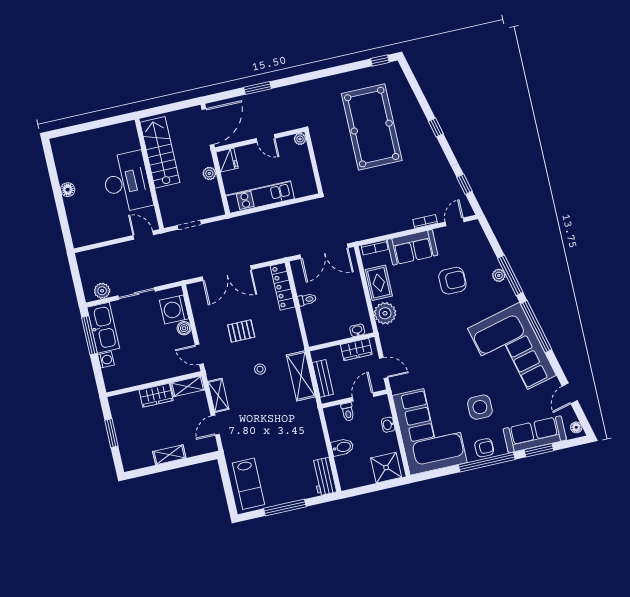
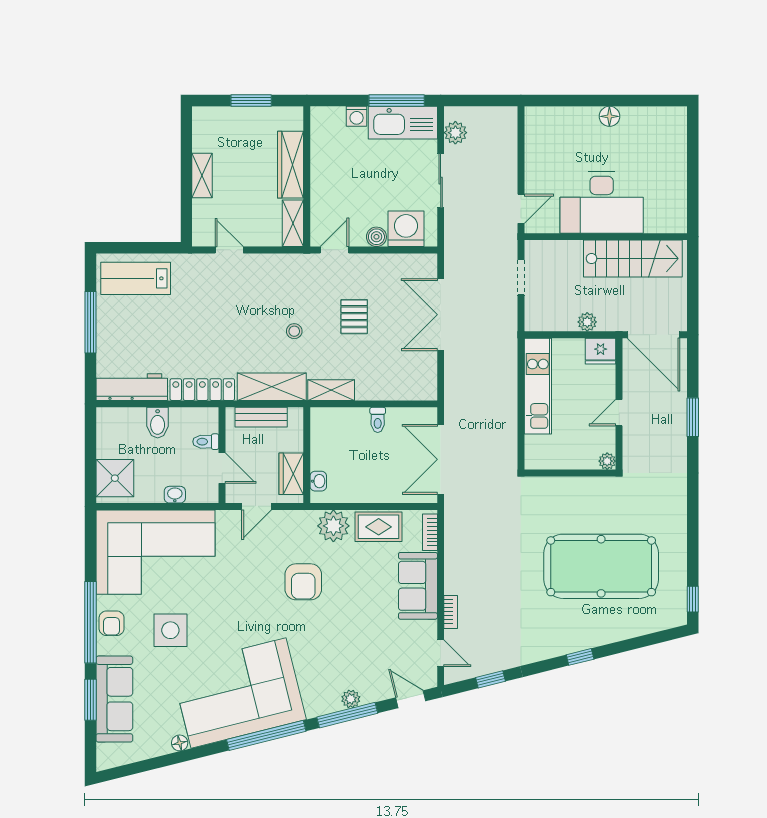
armchair: (452, 281) -> (303, 582), moved
locker: (283, 286) -> (202, 390), moved
door: (570, 393) -> (411, 699), moved
wardrobe: (156, 395) -> (291, 165), width x1.50
shelving: (218, 395) -> (331, 390), moved
floor lamp: (576, 427) -> (180, 743), moved
workbench: (324, 477) -> (132, 387), width x1.38

